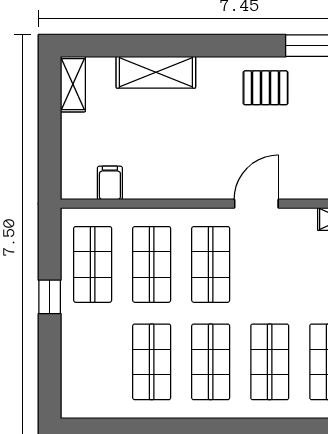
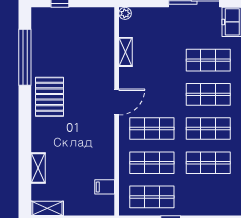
shelving: (156, 72) -> (38, 168), width x0.67, depth x0.75
pallet: (266, 88) -> (49, 97), width x1.50, depth x1.42
door: (256, 204) -> (117, 102), swing flipped

